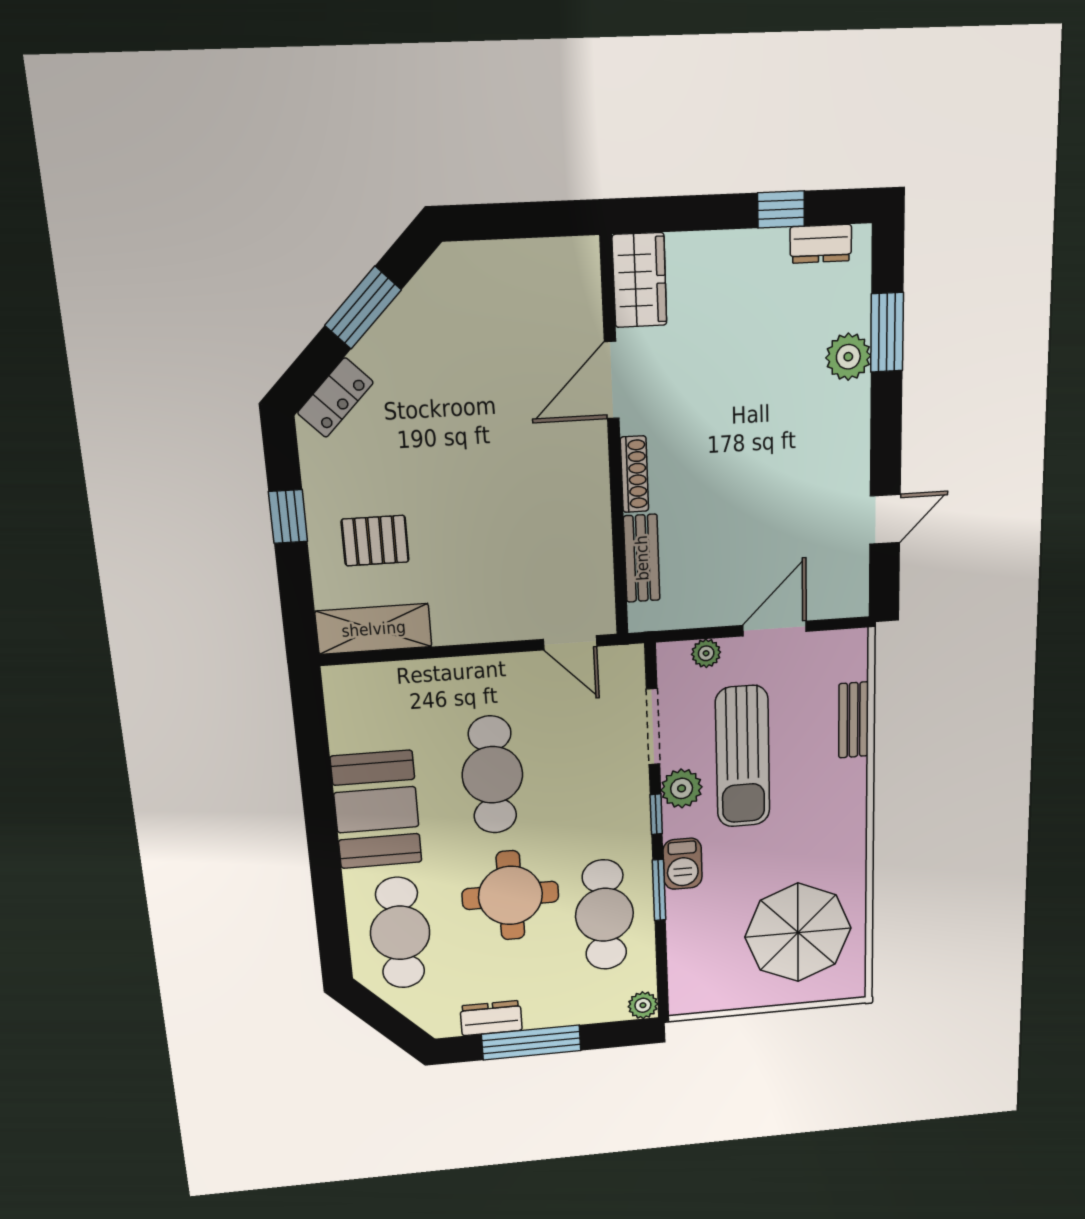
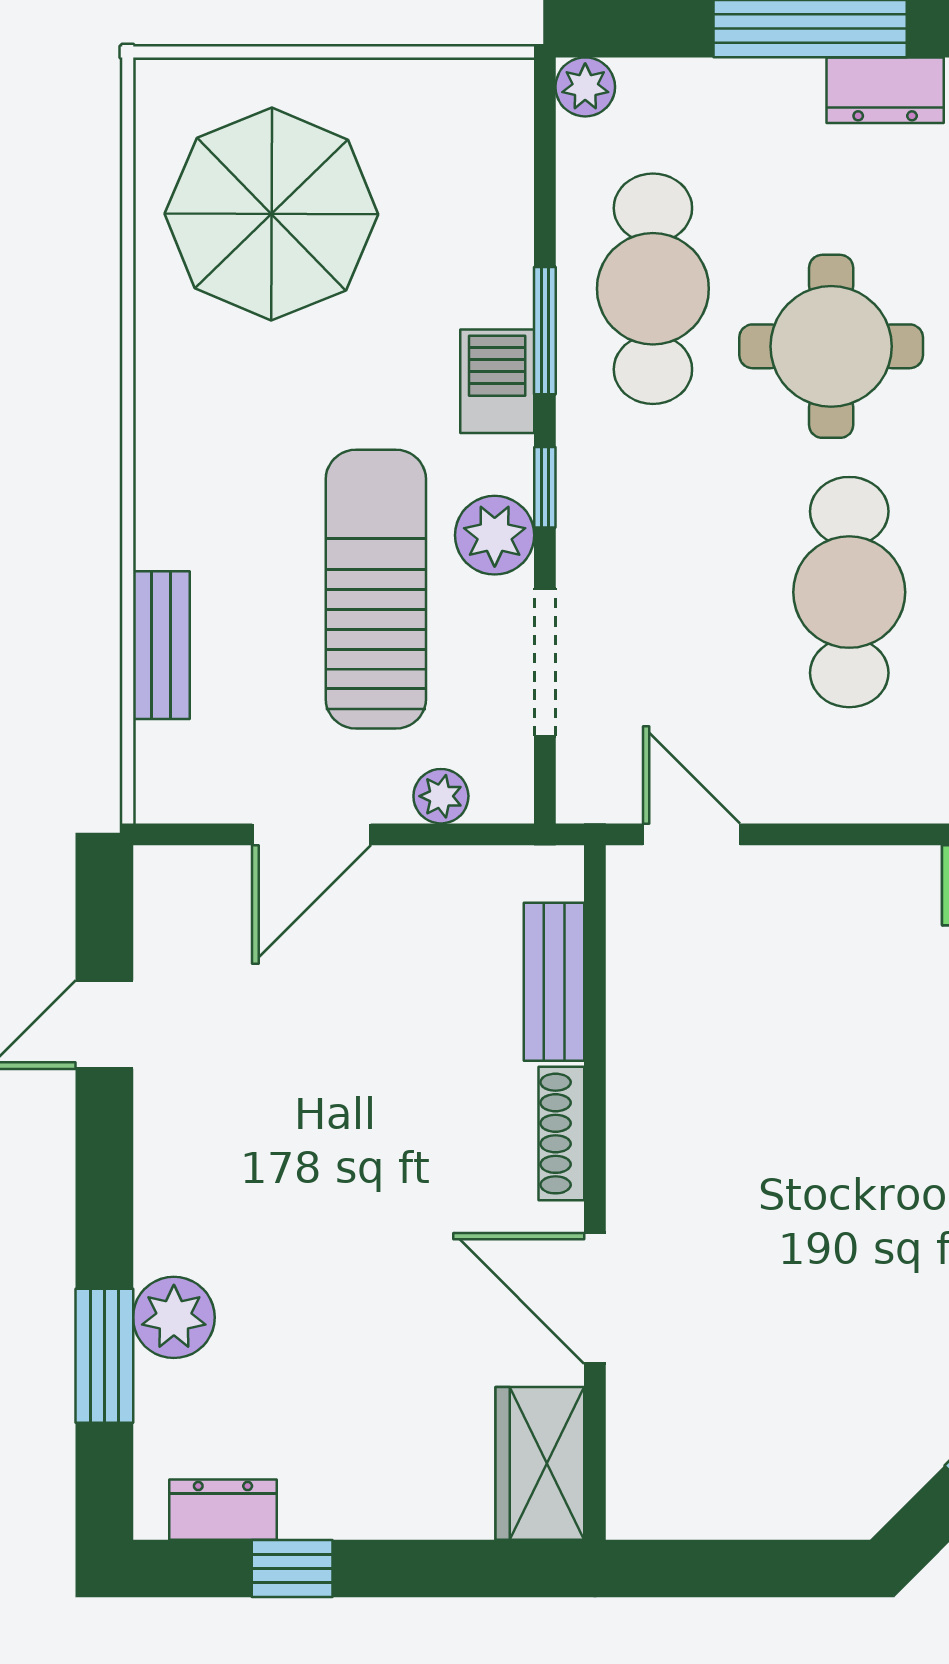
door: (612, 380) -> (595, 1298), swing flipped

